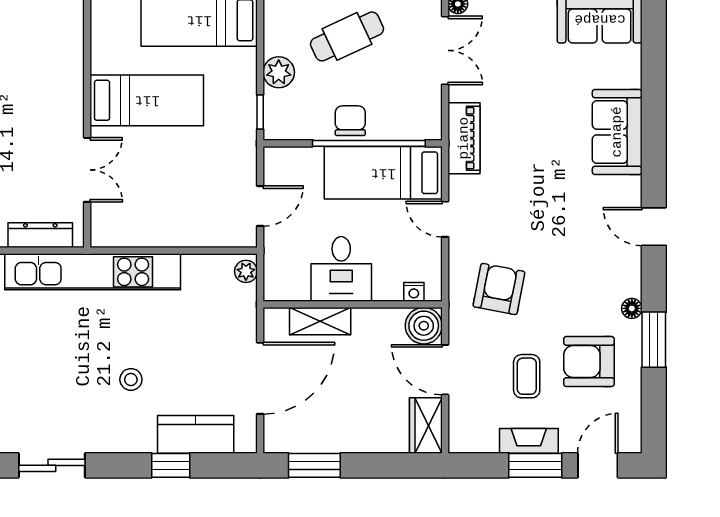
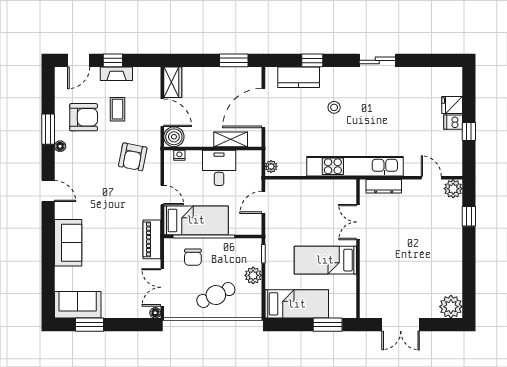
chair: (350, 121) -> (193, 257), moved
window: (535, 465) -> (113, 60), width x0.67

